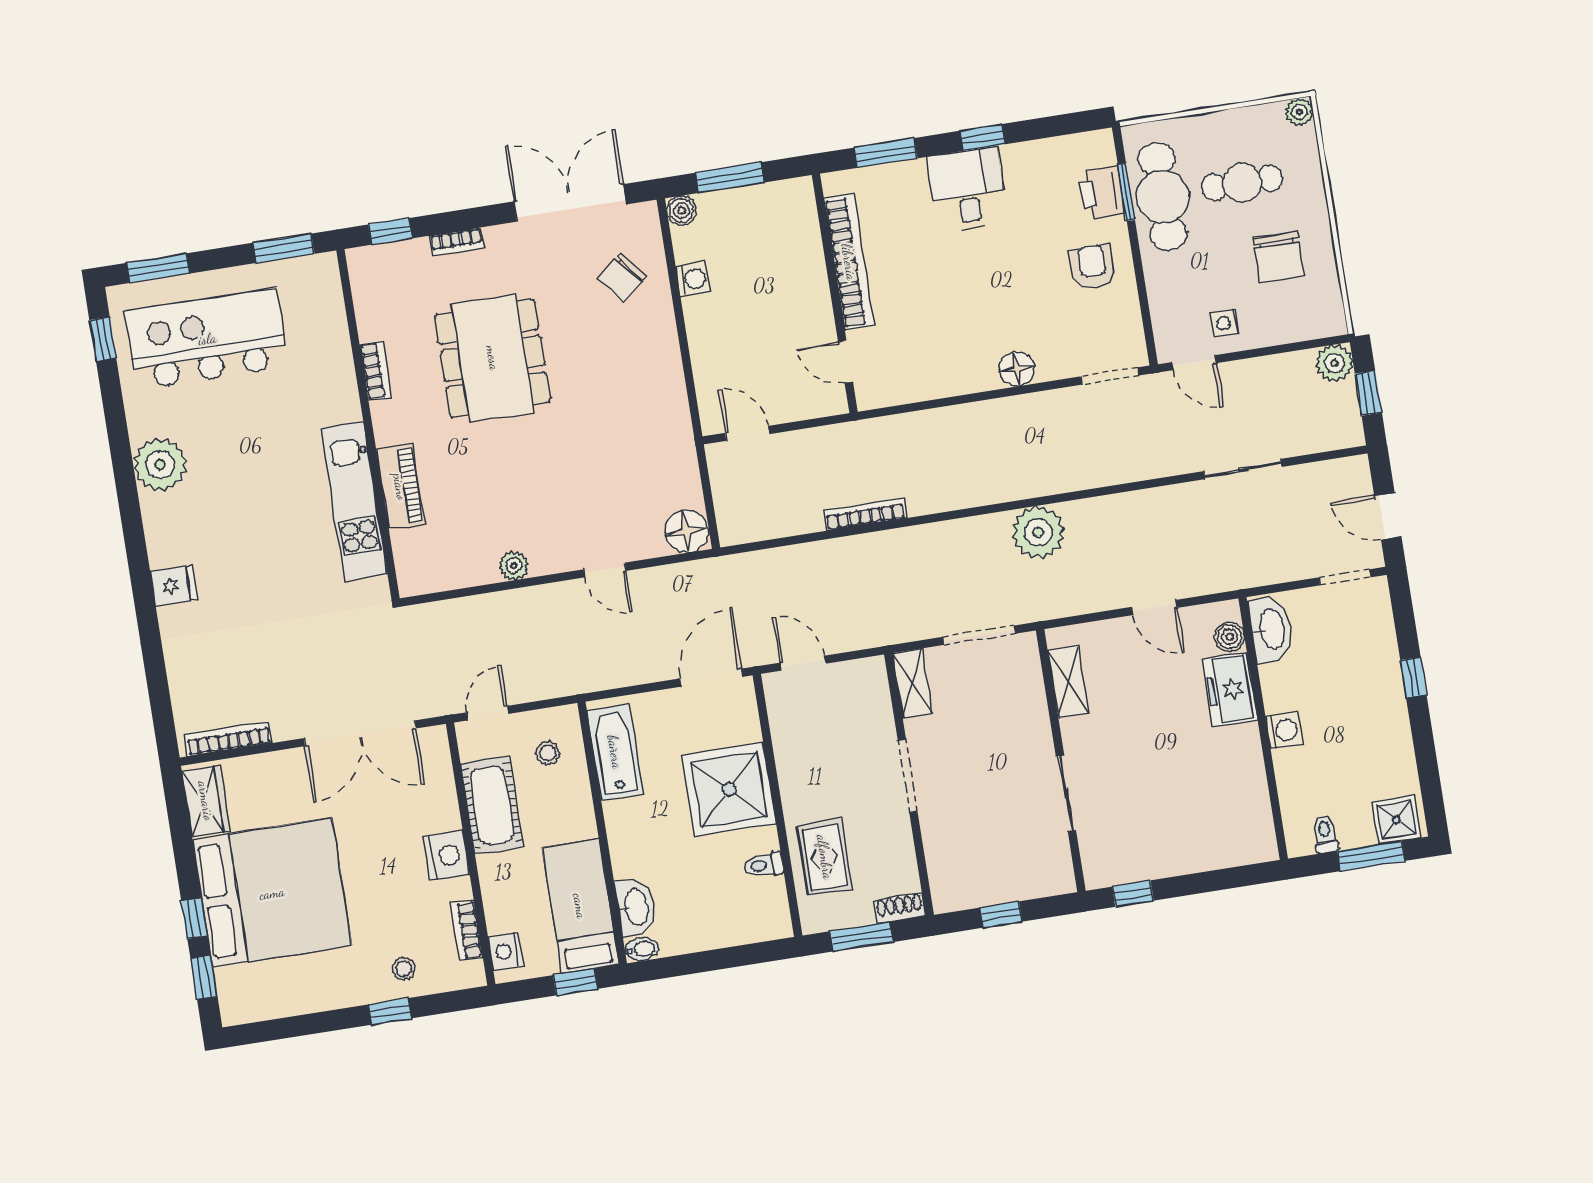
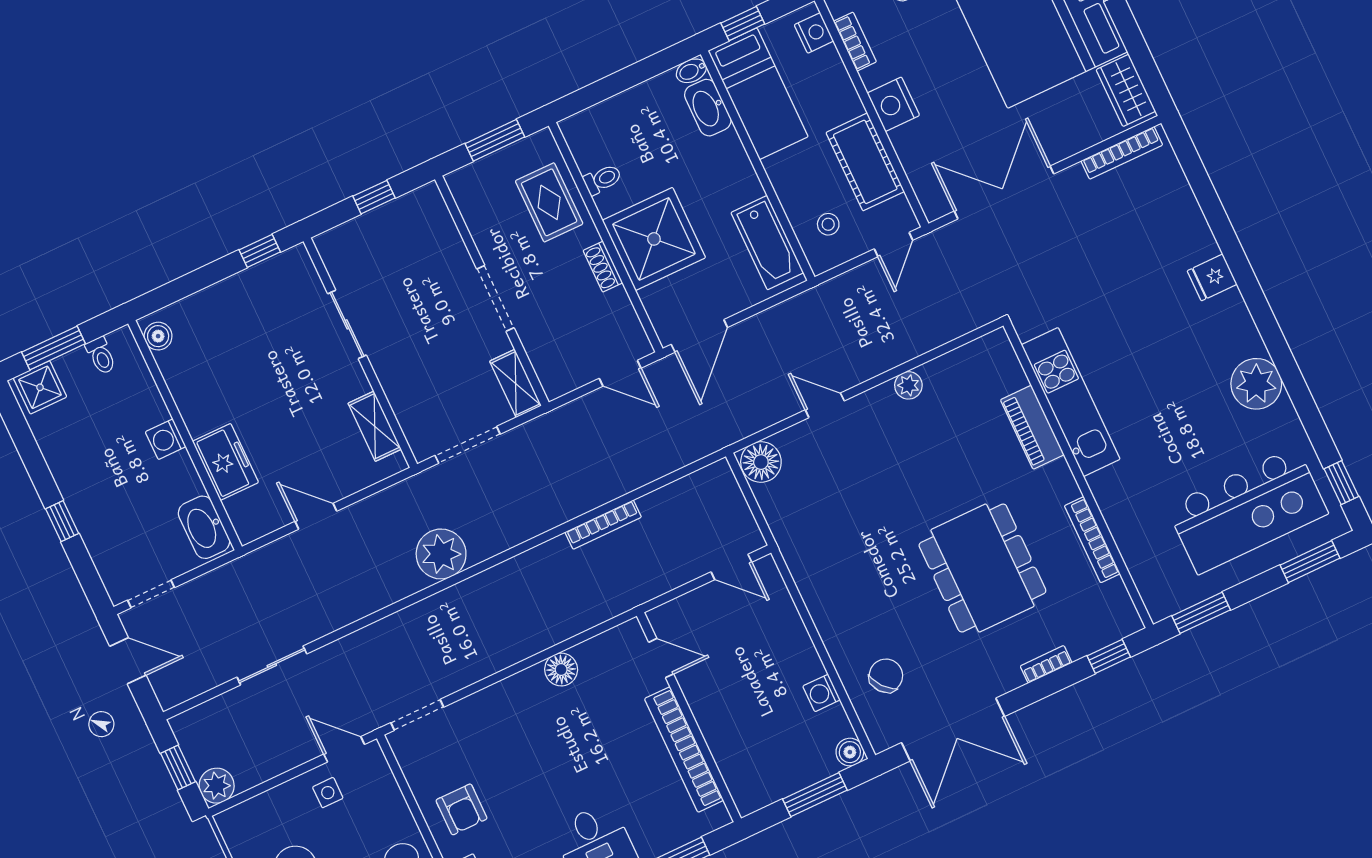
floor lamp: (1016, 369) -> (561, 670), moved
bookcase: (375, 371) -> (1092, 540), width x1.56
boiler: (1230, 637) -> (158, 336), moved
shoe rack: (900, 908) -> (603, 267), moved, turned 90

